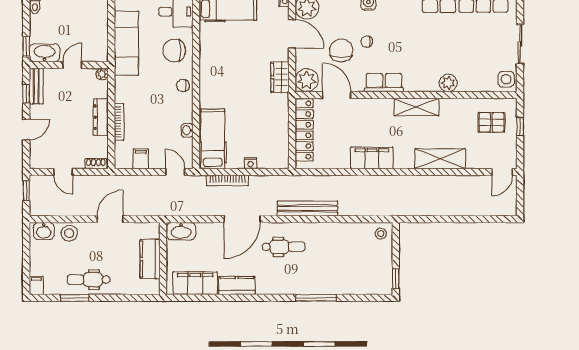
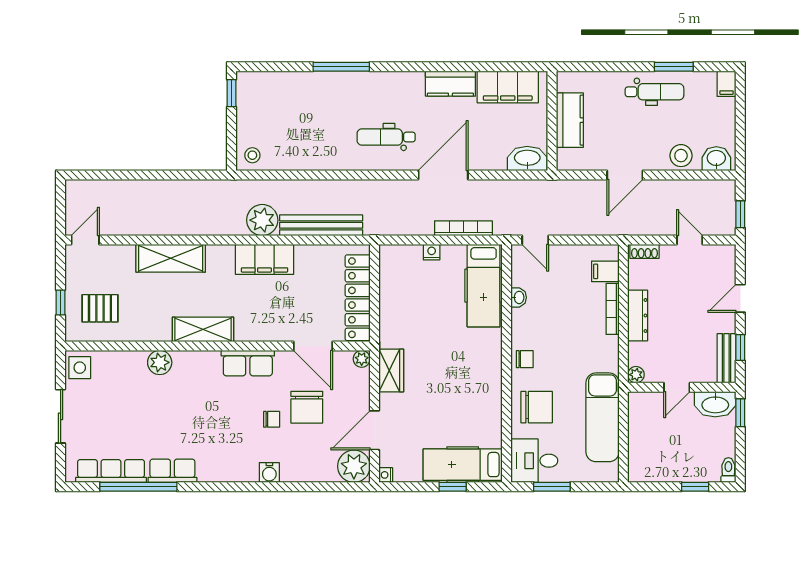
door: (292, 34) -> (374, 430), hinge flipped
plant: (307, 80) -> (362, 359), width x0.53, depth x0.53
filing cabinet: (141, 159) -> (605, 271), moved, turned 90
plant: (374, 186) -> (262, 220), added
bench: (307, 208) -> (321, 225), moved

